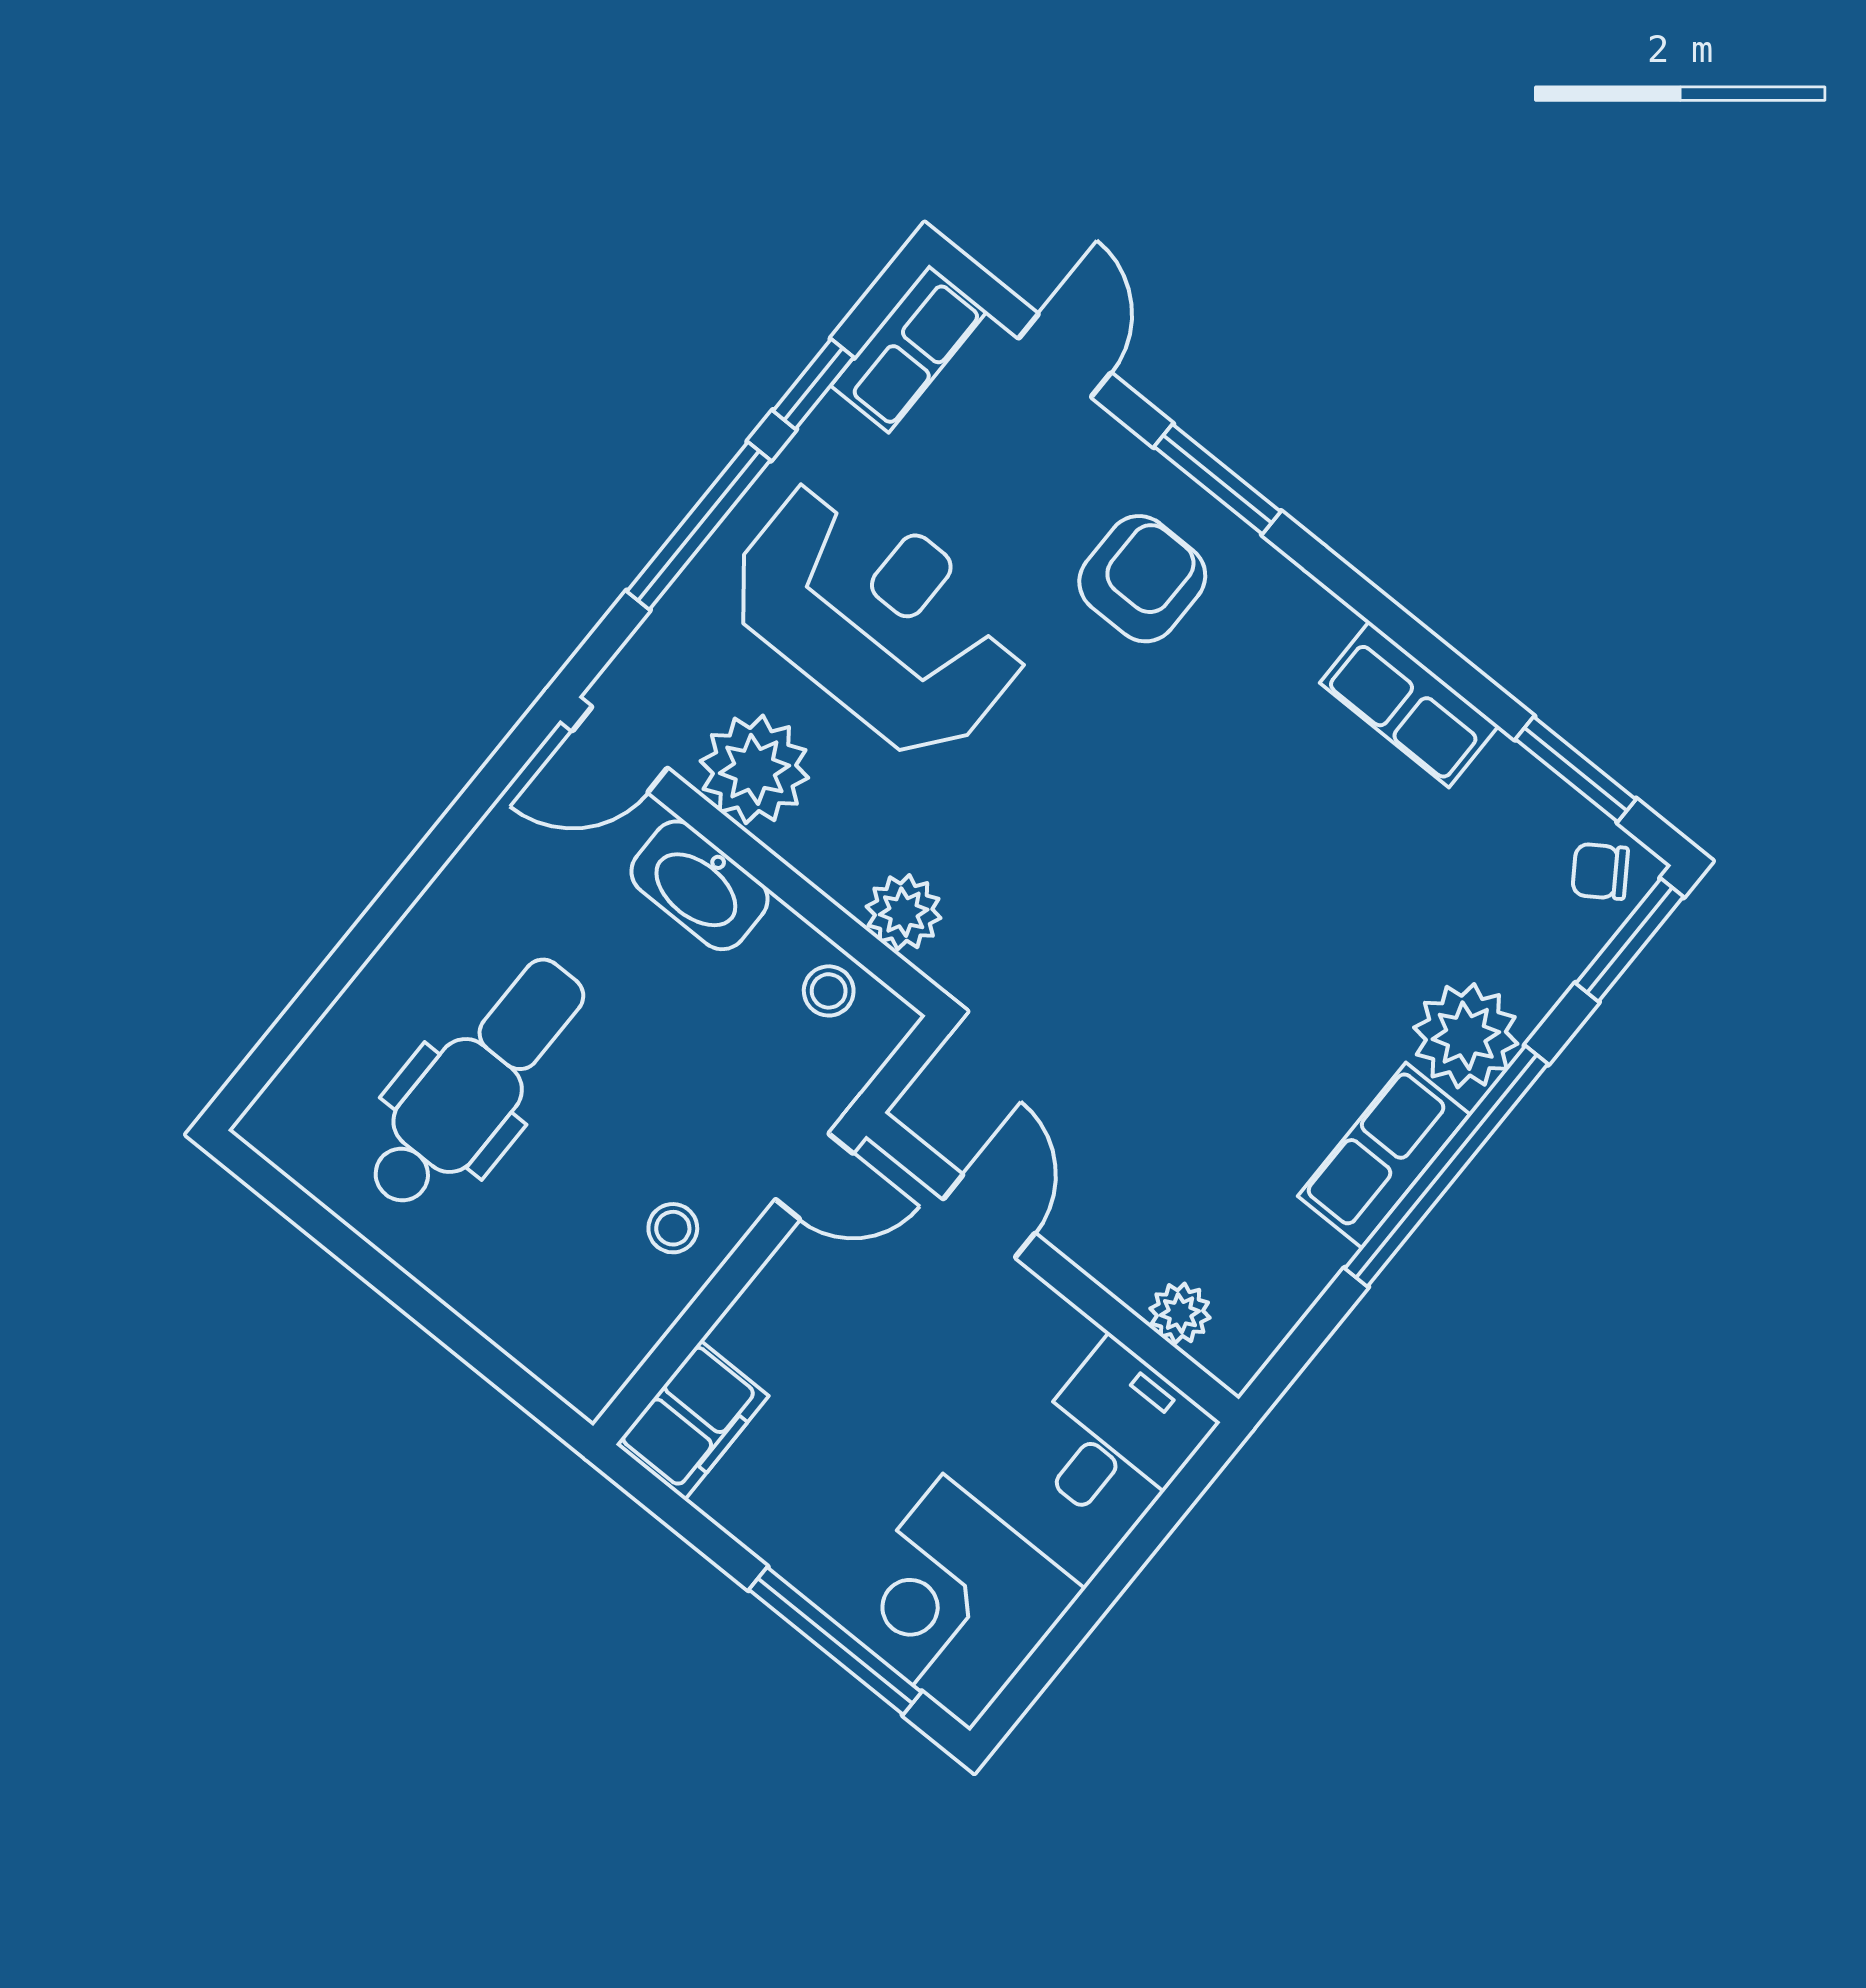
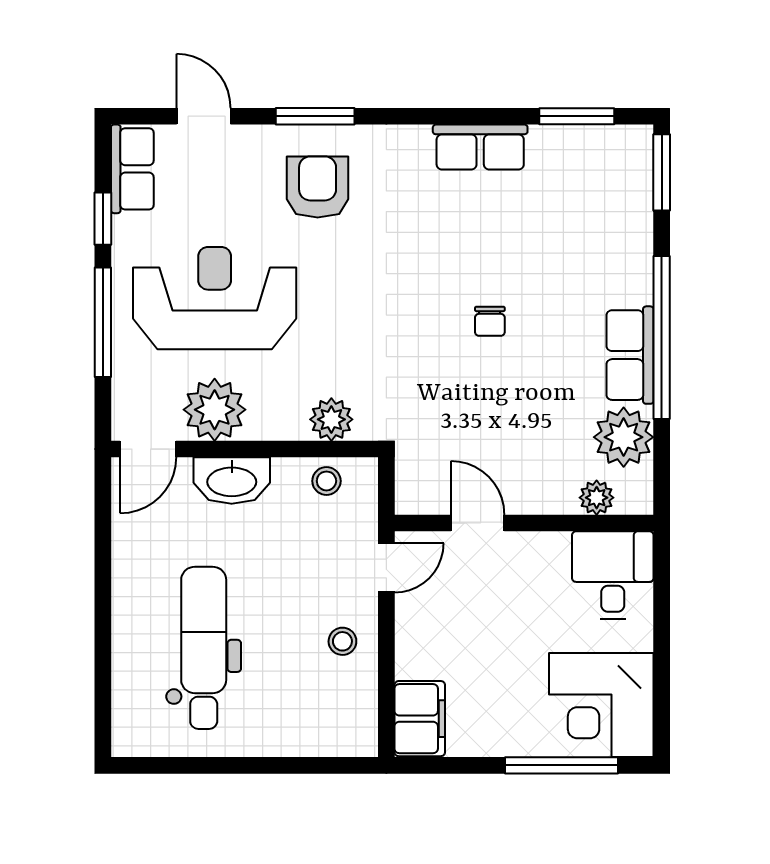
chair: (1600, 871) -> (490, 321), moved, turned -56
plant: (1466, 1036) -> (624, 437), moved

